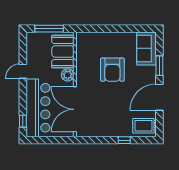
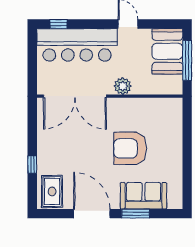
sofa: (146, 48) -> (143, 196), moved
booth: (63, 52) -> (167, 51), moved, turned 90
double door: (75, 109) -> (75, 96), swing flipped

